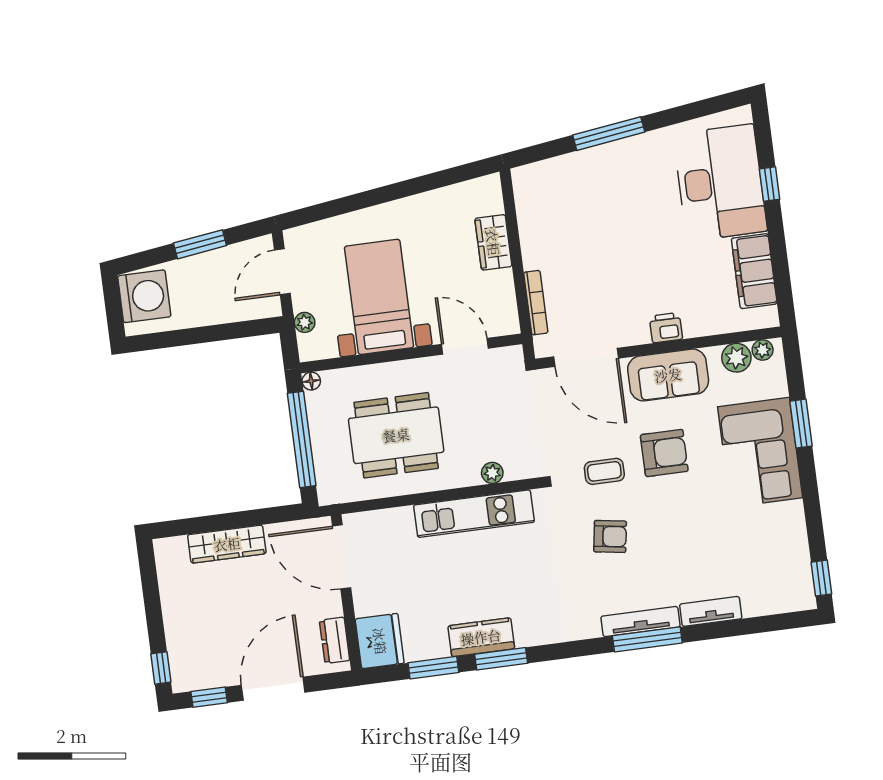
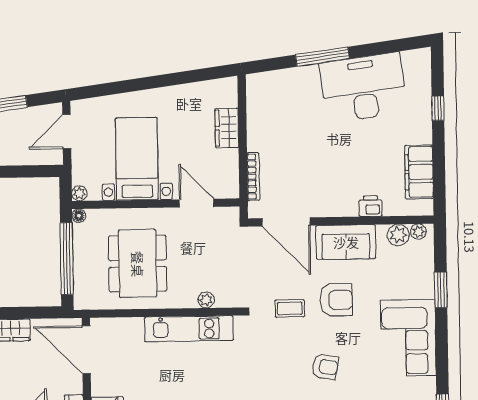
desk: (720, 183) -> (363, 88), moved, turned -98
plant: (305, 322) -> (79, 193), moved
printer: (666, 328) -> (371, 206), moved
dining table: (396, 435) -> (138, 264), turned 90
corner sofa: (760, 452) -> (408, 338), moved
armchair: (610, 536) -> (325, 367), moved

